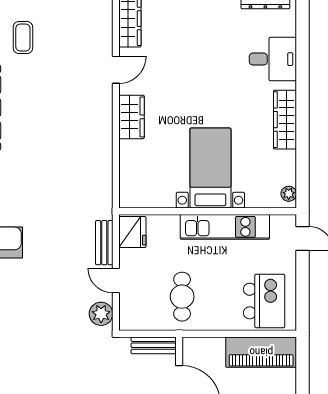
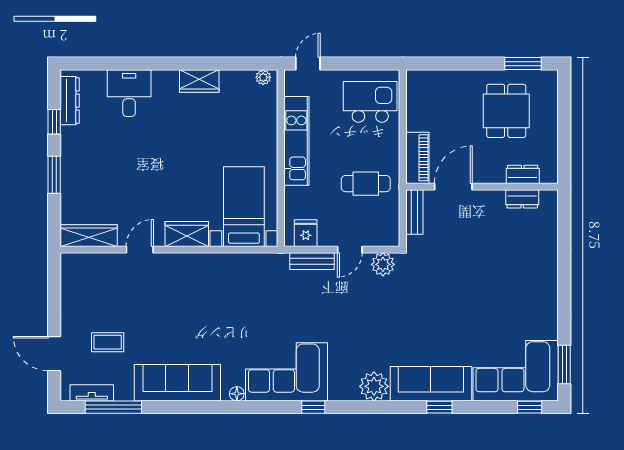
door: (116, 70) -> (140, 250), hinge flipped
wardrobe: (285, 120) -> (199, 81), width x0.67
bed with nightstands: (210, 168) -> (244, 207), moved, turned 90
fridge: (132, 232) -> (306, 233), width x0.72
piano: (261, 352) -> (417, 158), moved, width x0.73, depth x0.75

